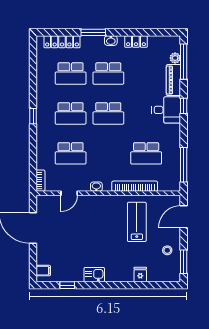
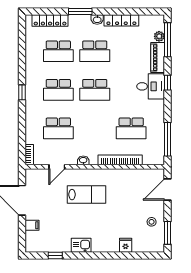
locker: (136, 41) -> (121, 20), width x1.53
lab bench: (137, 222) -> (87, 195), moved, turned 90
filing cabinet: (43, 271) -> (32, 225), moved

